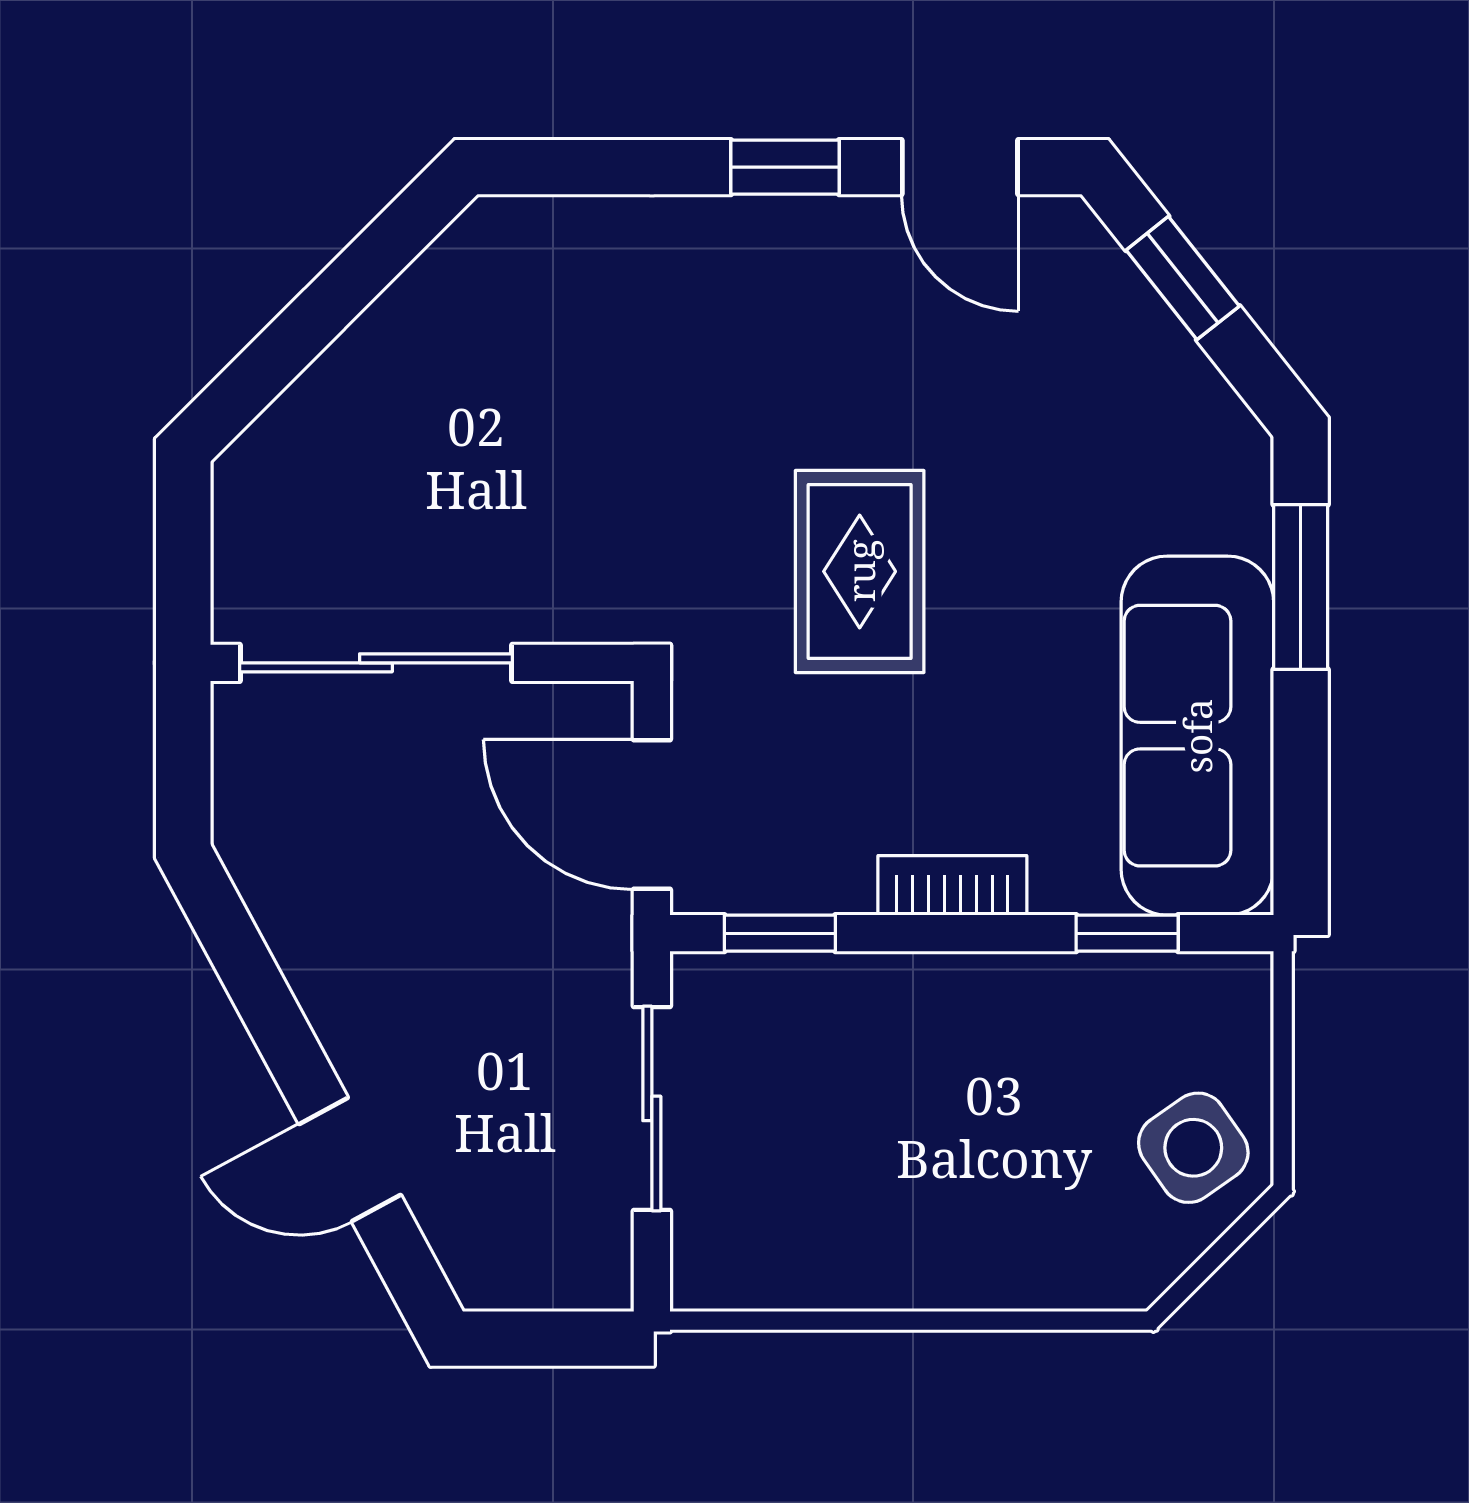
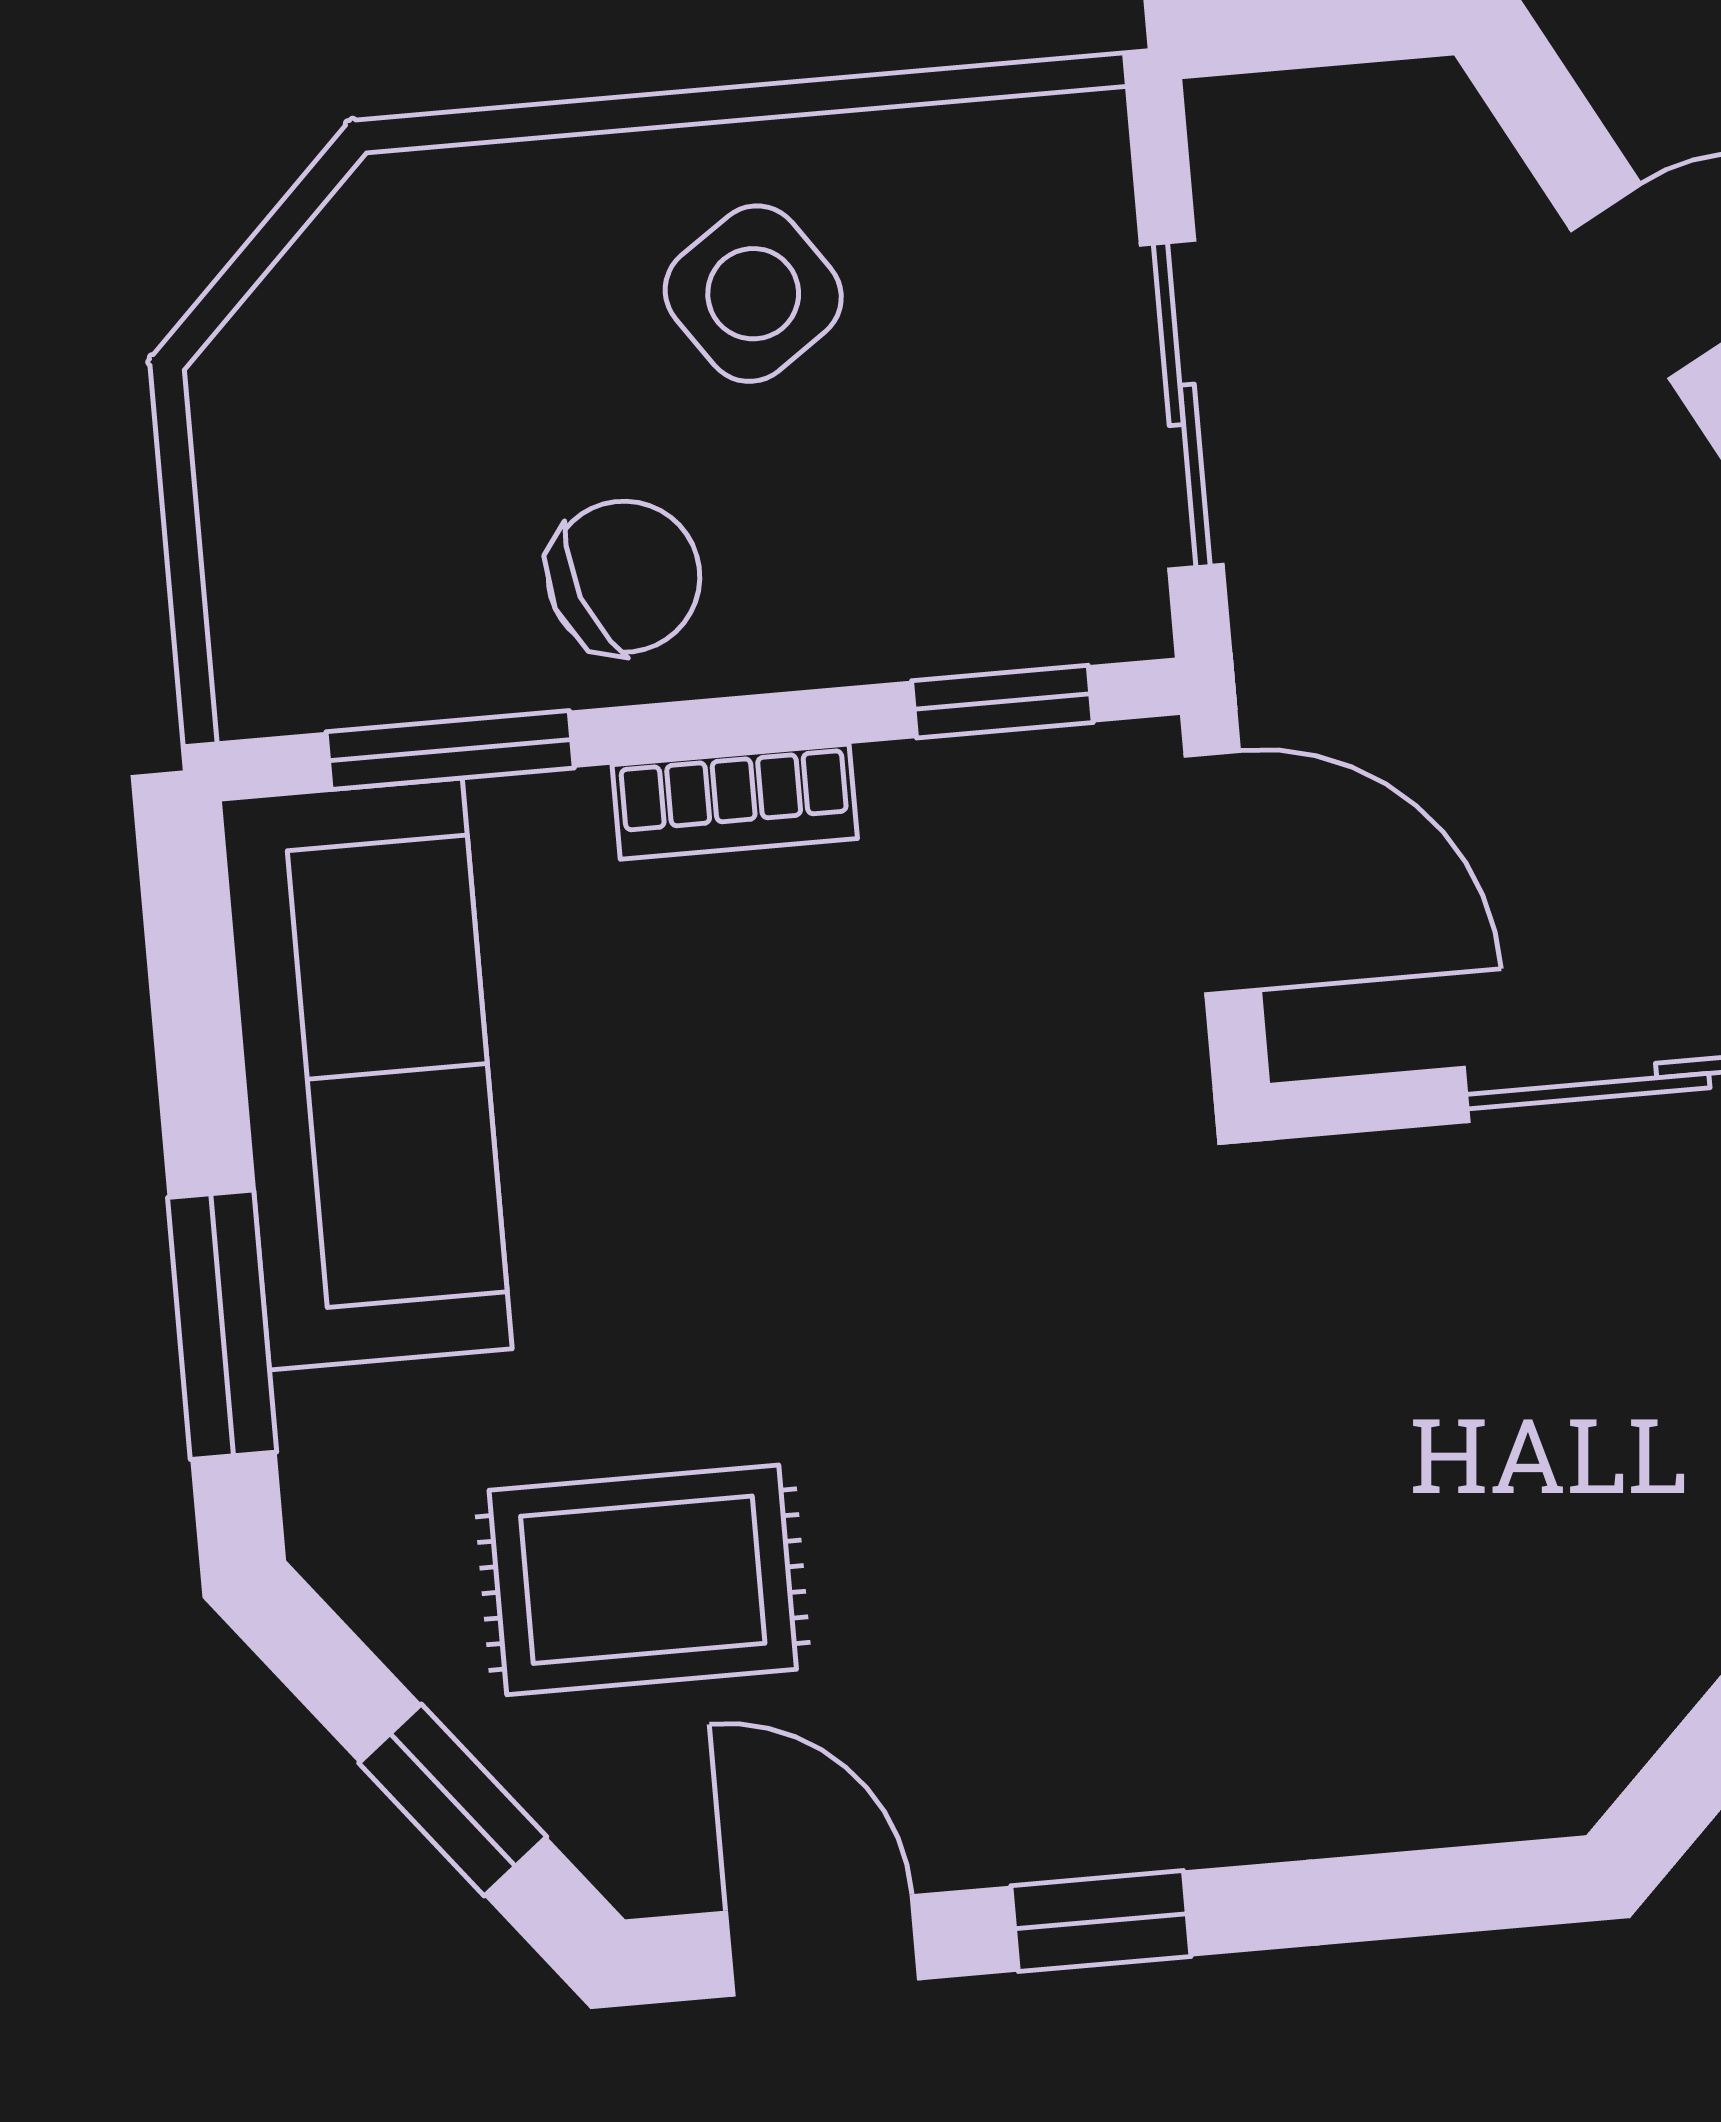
rug: (860, 571) -> (643, 1580), moved, turned 90
window: (1127, 933) -> (450, 750), width x1.50
chair: (1009, 1032) -> (624, 577), added
side table: (1193, 1148) -> (753, 294), moved

